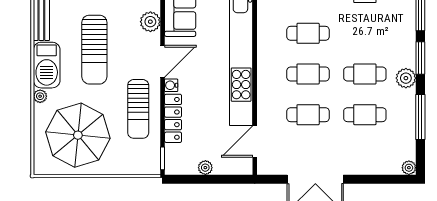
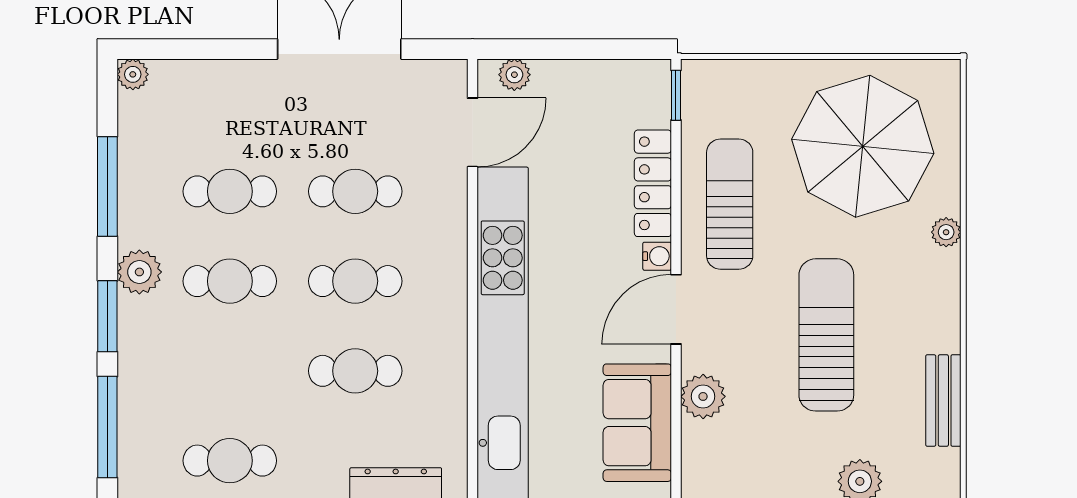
barbecue: (47, 65) -> (932, 301), removed
plant: (205, 168) -> (514, 75), moved

